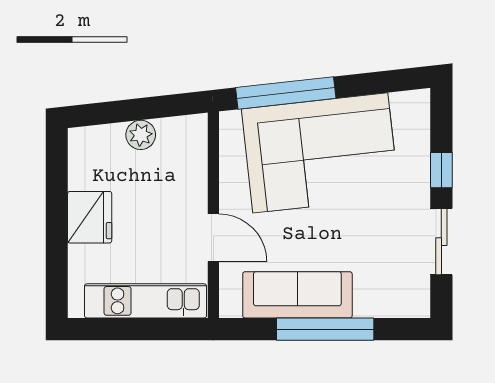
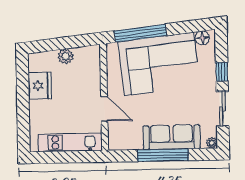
floor lamp: (405, 104) -> (202, 38), added
fridge: (90, 217) -> (40, 86), moved
sofa: (297, 295) -> (172, 137), moved
plant: (419, 307) -> (212, 143), added

